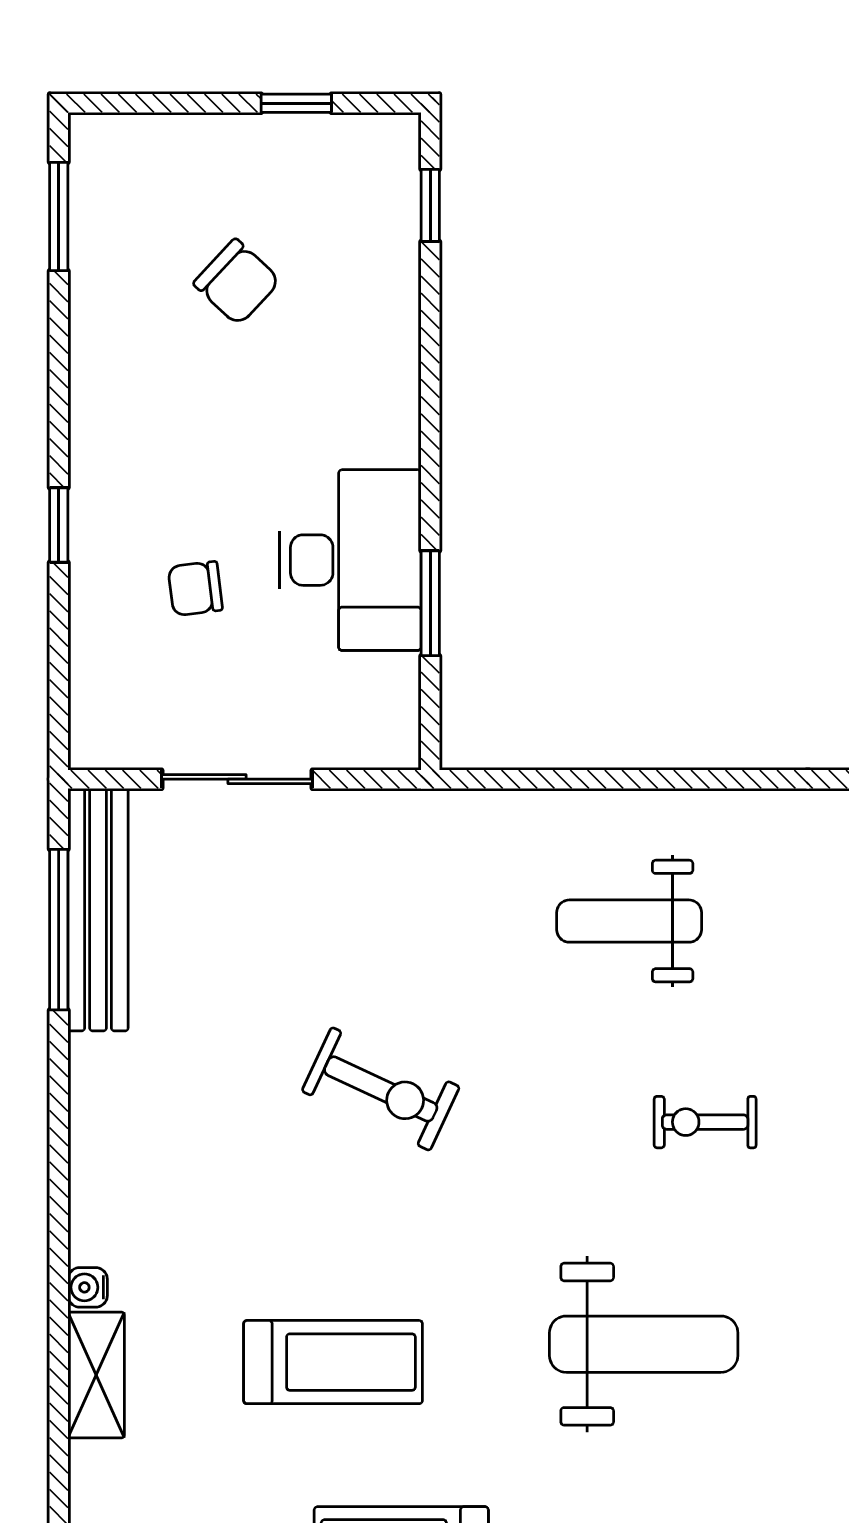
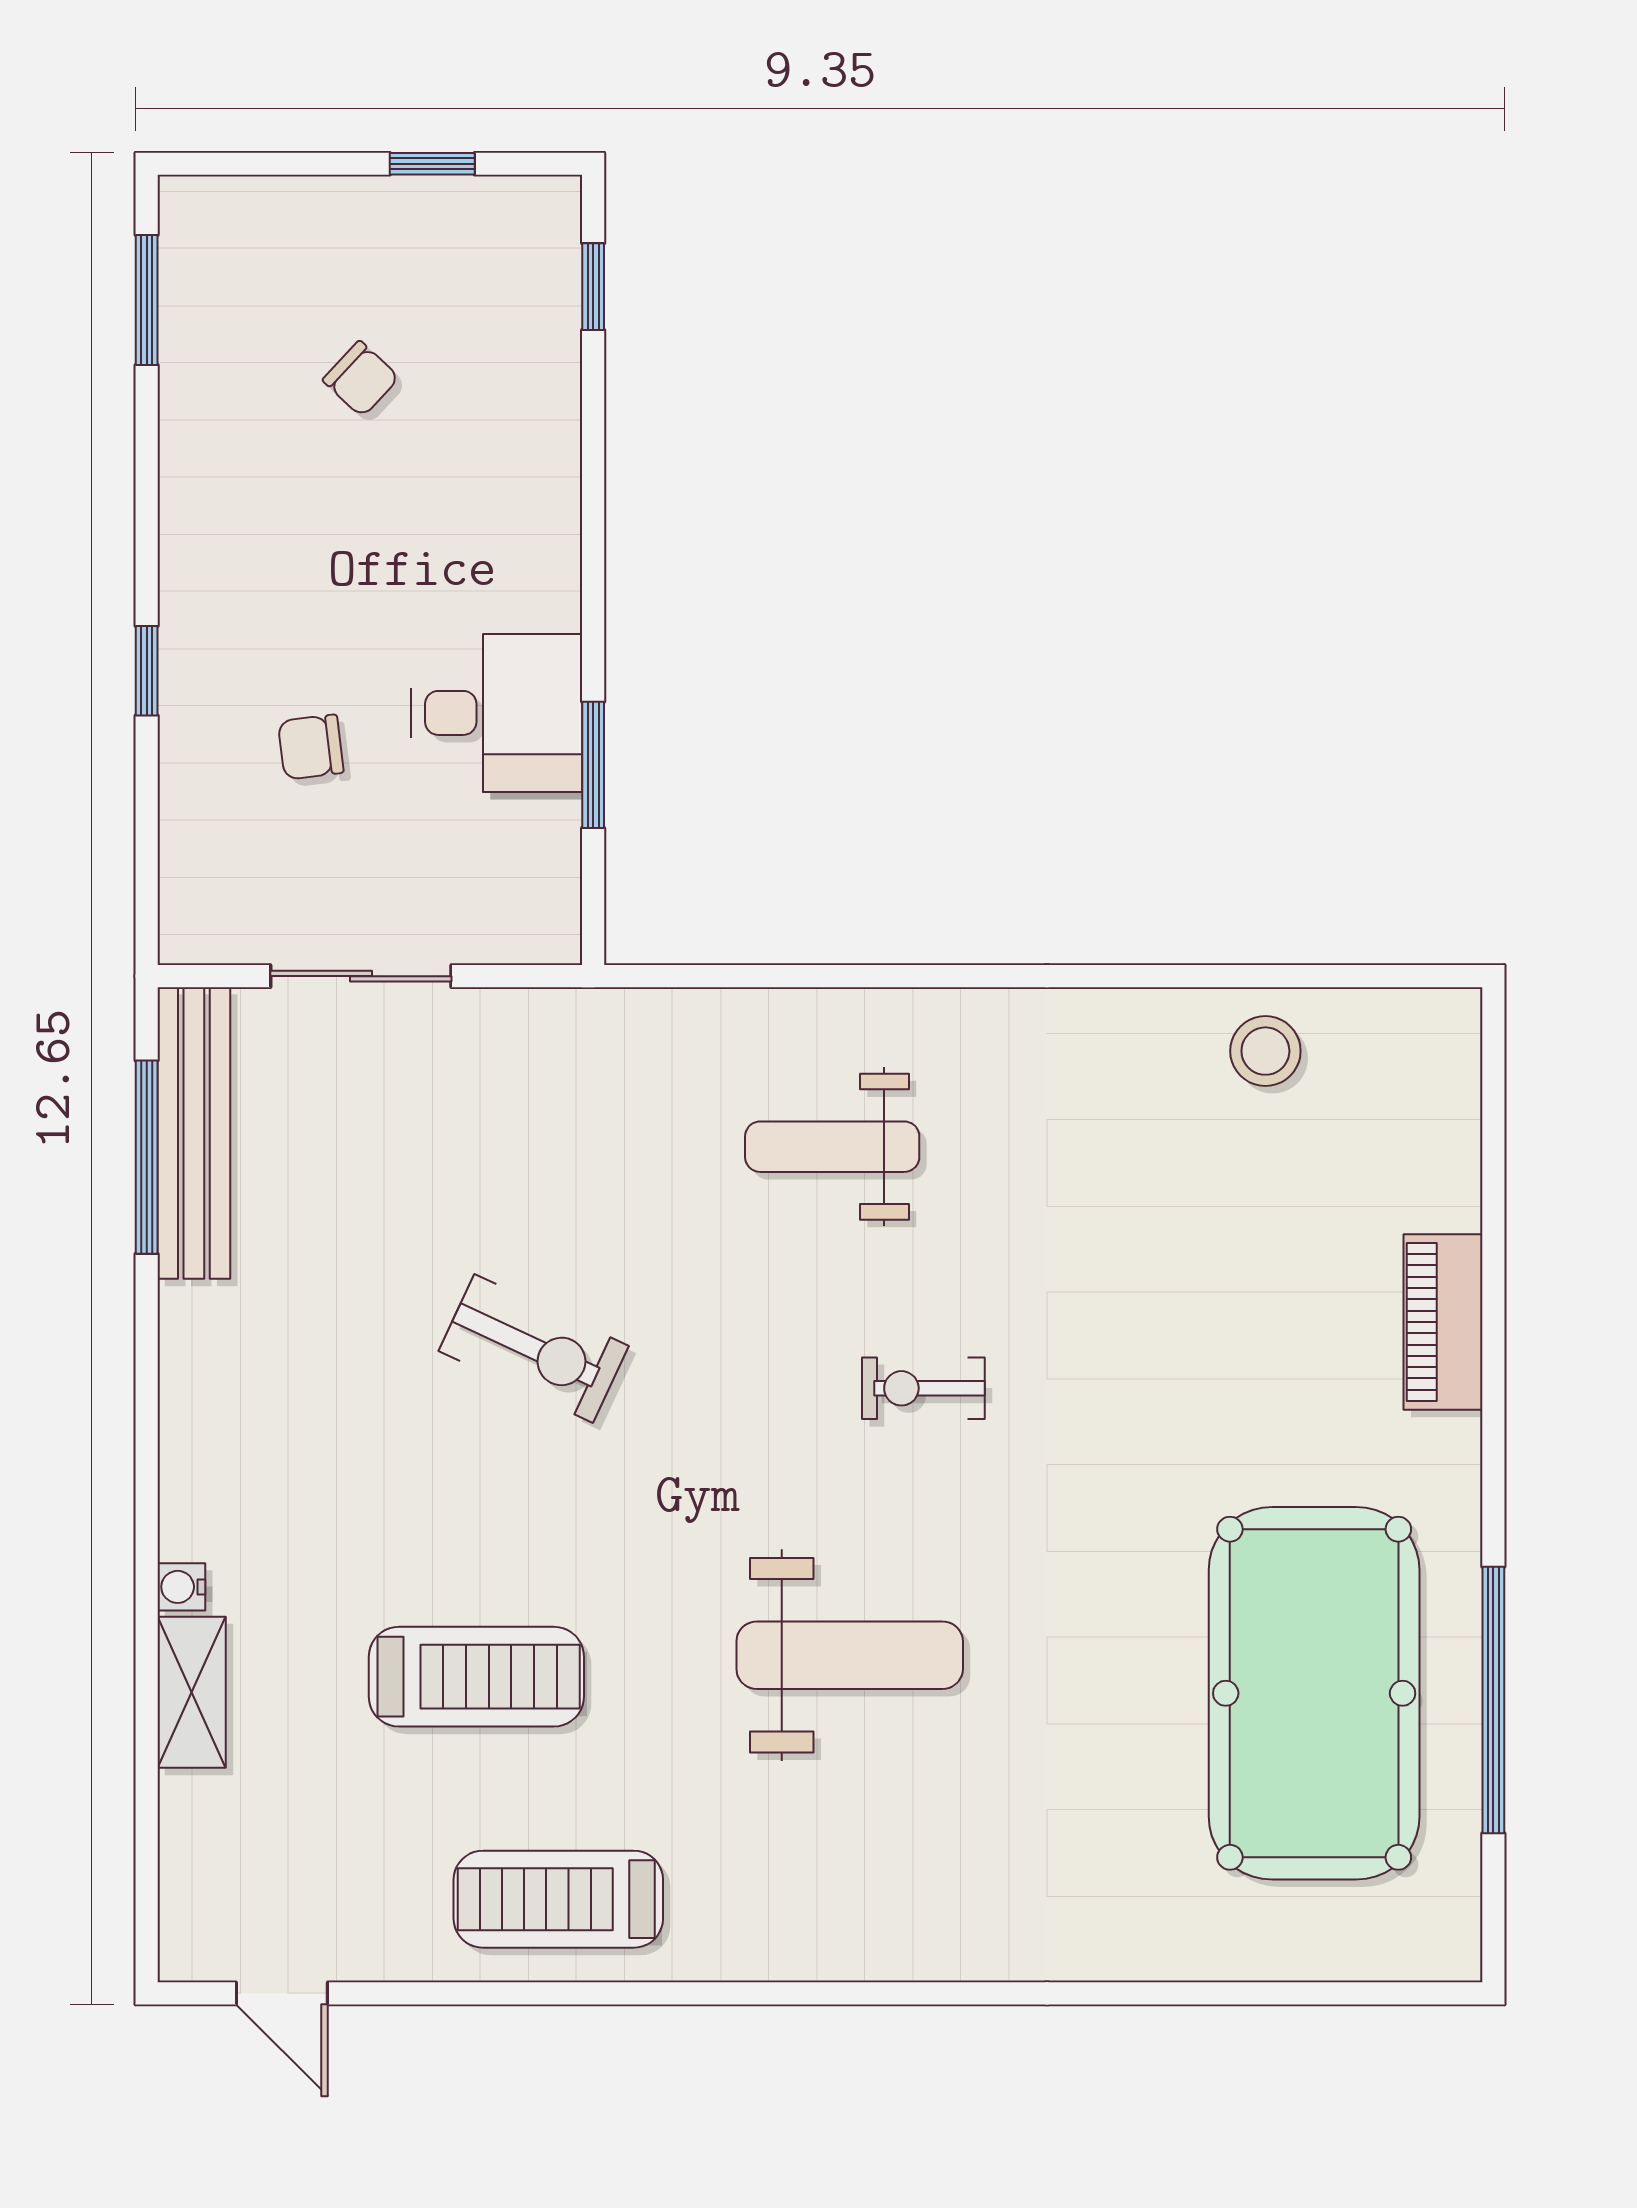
chair: (237, 282) -> (361, 379), width x0.73, depth x0.73
desk: (350, 560) -> (497, 713), width x0.73

